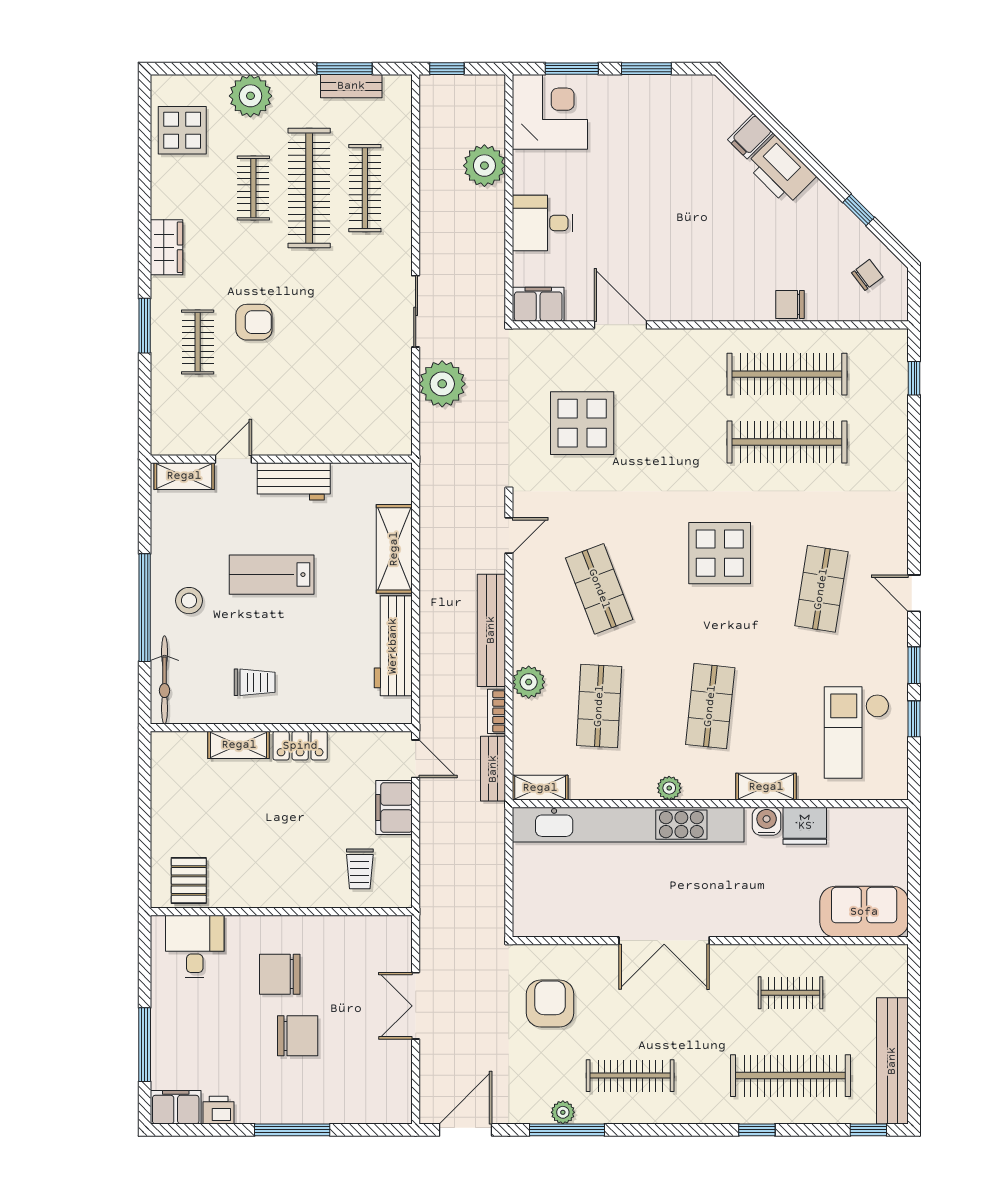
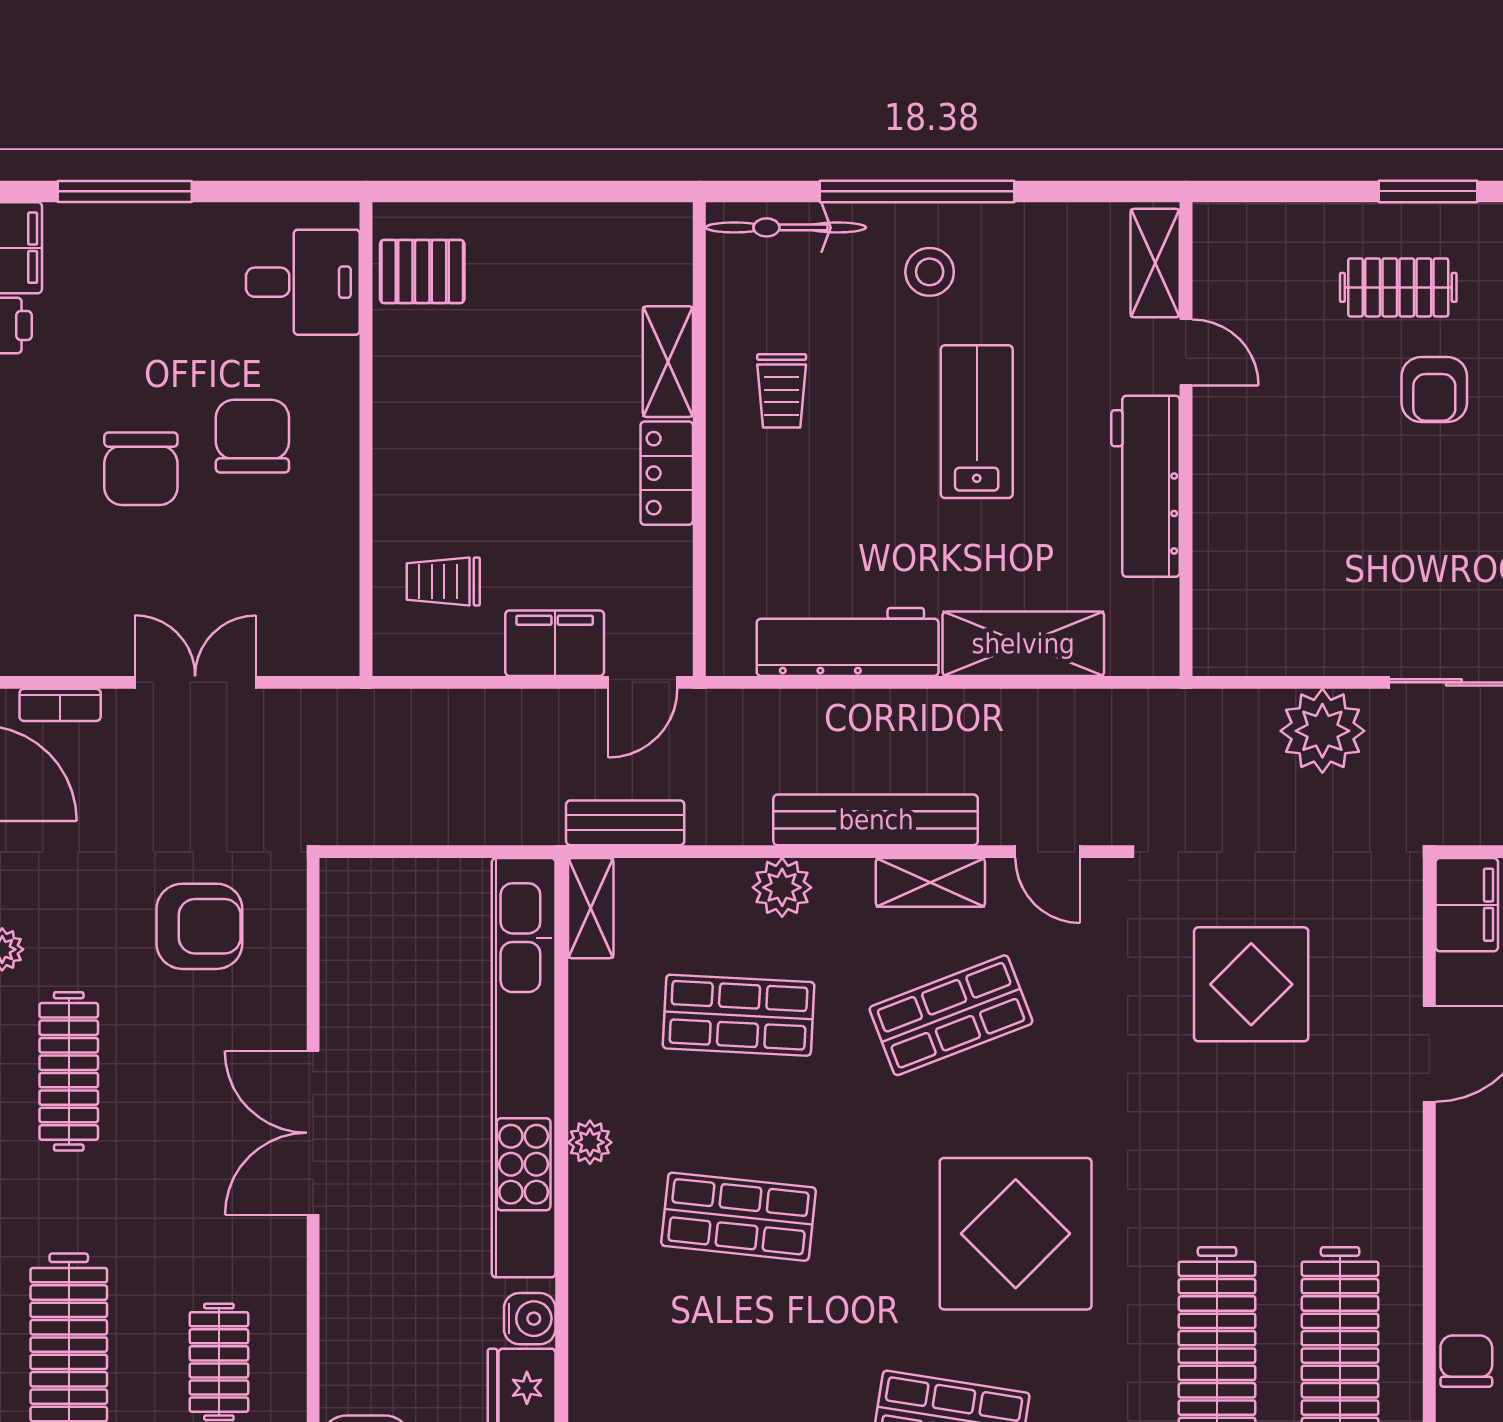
workbench: (294, 481) -> (1146, 486), width x1.38
display table: (720, 553) -> (1016, 1234), width x1.36, depth x1.36
bookcase: (496, 711) -> (60, 705), moved, turned 180
shelving: (766, 787) -> (930, 882), moved, turned 90

